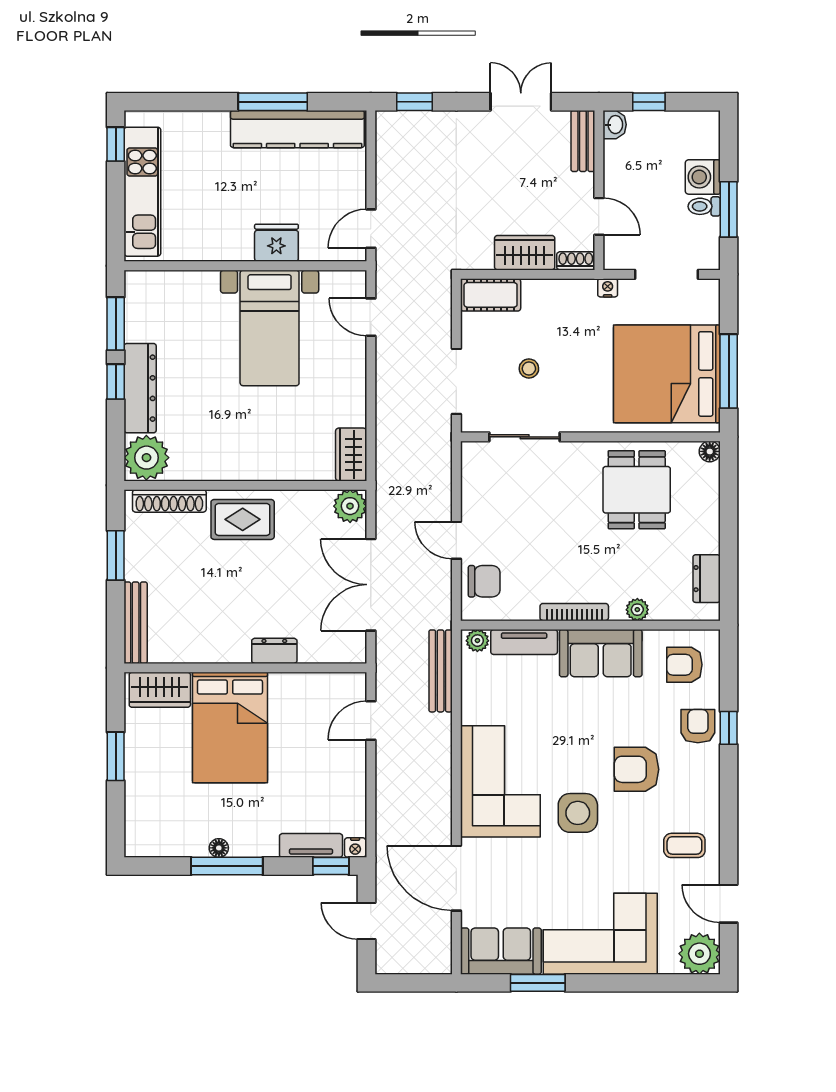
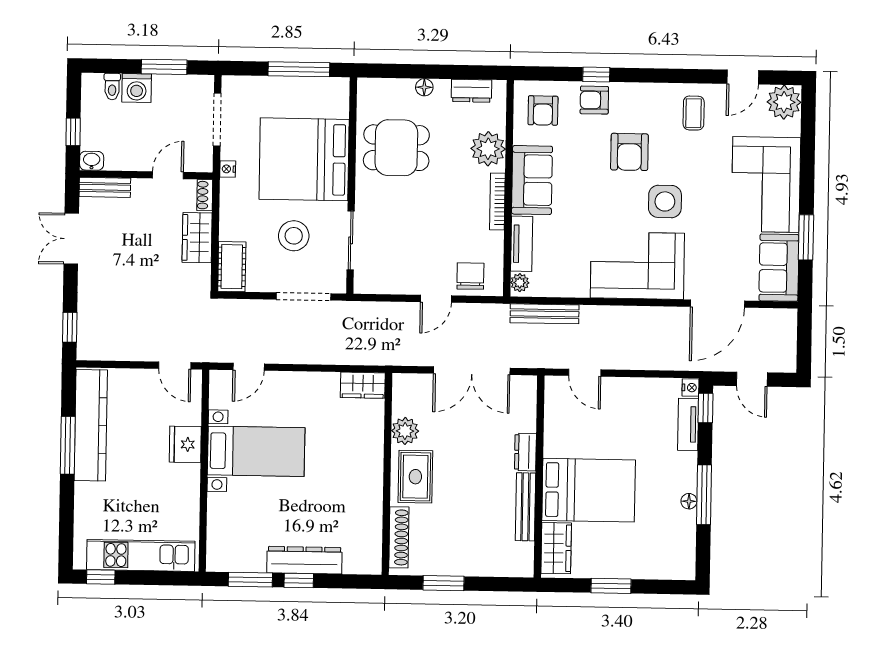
toilet: (704, 206) -> (112, 86), moved
stool: (529, 368) -> (294, 236), width x1.89, depth x1.89
bed: (667, 374) -> (304, 159), moved, turned 90
floor lamp: (710, 451) -> (424, 87), moved
plant: (146, 458) -> (362, 556), removed
plant: (350, 506) -> (405, 431), moved
plant: (637, 610) -> (488, 149), width x1.88, depth x1.88
bench: (136, 623) -> (525, 507), moved, turned 90
door: (367, 921) -> (752, 379), hinge flipped

